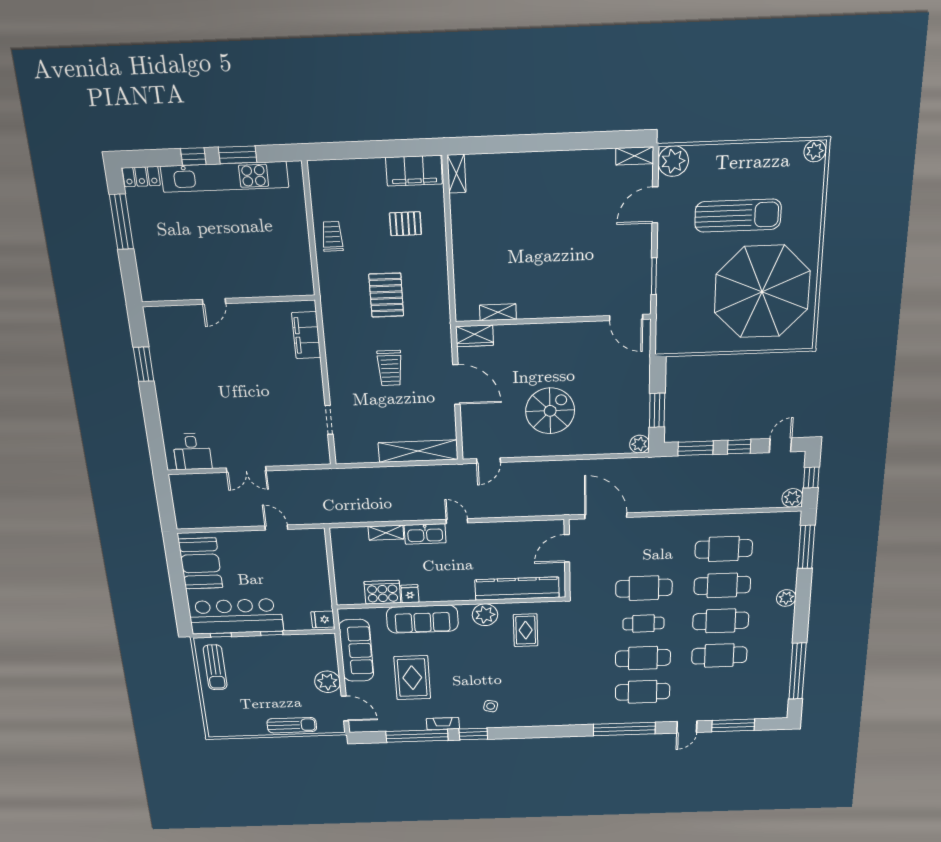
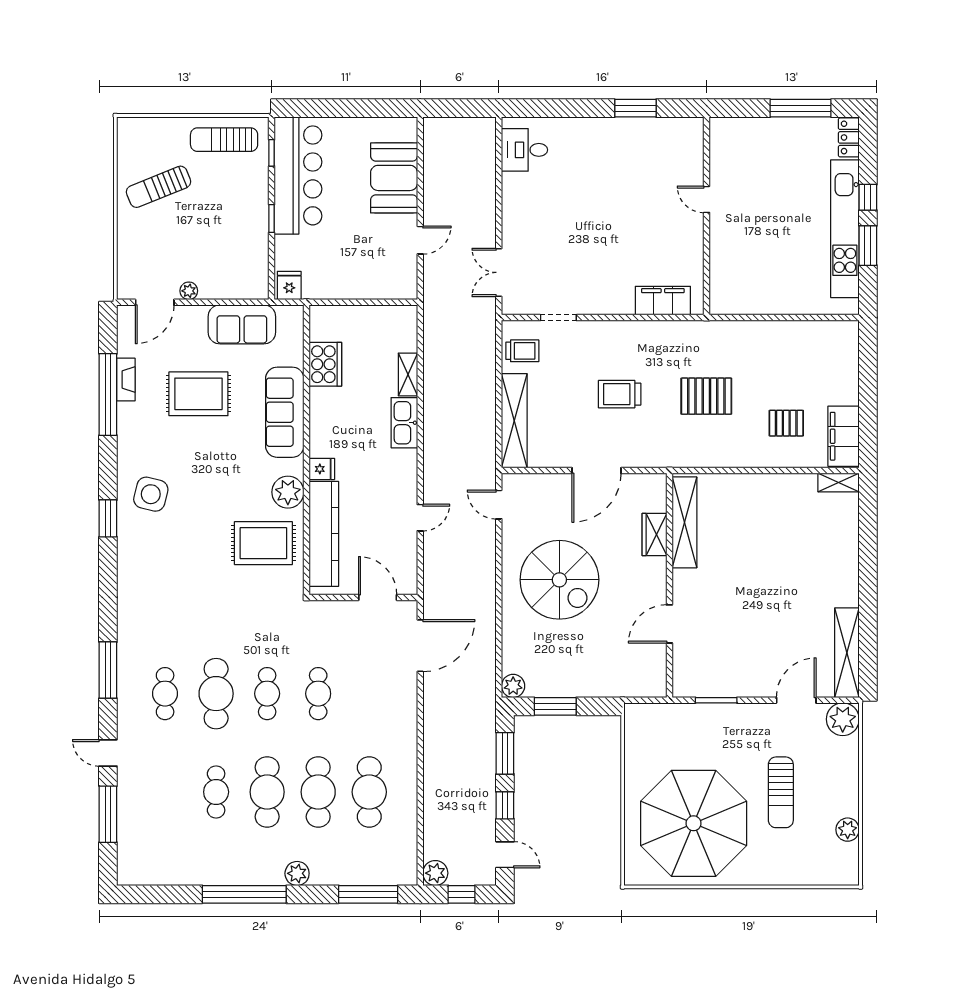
plant: (815, 151) -> (848, 830), moved
shelving: (635, 156) -> (847, 653), width x2.20, depth x1.33
door: (655, 205) -> (796, 700), hinge flipped
sun lounger: (738, 216) -> (781, 792), width x0.73, depth x0.75
pallet: (405, 224) -> (786, 423), turned 90
trolley: (332, 236) -> (522, 351), moved
shelving: (498, 312) -> (684, 522), width x2.20, depth x1.33
door: (626, 318) -> (669, 624), moved
wardrobe: (475, 336) -> (654, 534), moved
spiral stairs: (550, 411) -> (559, 580), width x1.37, depth x1.37
double door: (246, 469) -> (499, 272), moved
door: (457, 521) -> (420, 518), moved
booth: (200, 563) -> (394, 178), moved, turned 90
cafe table: (644, 588) -> (318, 694), width x0.73, depth x0.74
fridge: (410, 594) -> (322, 469), moved
rug: (526, 630) -> (263, 543), width x1.36, depth x1.43
sofa: (356, 651) -> (242, 324), width x0.73
cafe table: (719, 655) -> (216, 792), width x0.73, depth x0.74
window: (797, 671) -> (244, 894), moved
plant: (327, 682) -> (189, 291), width x0.53, depth x0.53
cafe table: (643, 692) -> (165, 694), width x0.73, depth x0.74
side table: (491, 706) -> (151, 494), width x1.87, depth x1.87
fireplace: (443, 724) -> (126, 380), moved
sun lounger: (292, 725) -> (159, 187), moved, turned 68
window: (624, 729) -> (108, 670), width x0.68
window: (473, 734) -> (108, 518), moved

